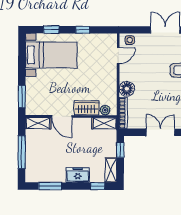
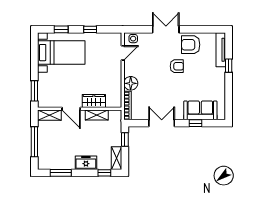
plant: (105, 110) -> (111, 103), removed
shelving: (104, 123) -> (97, 115), moved

